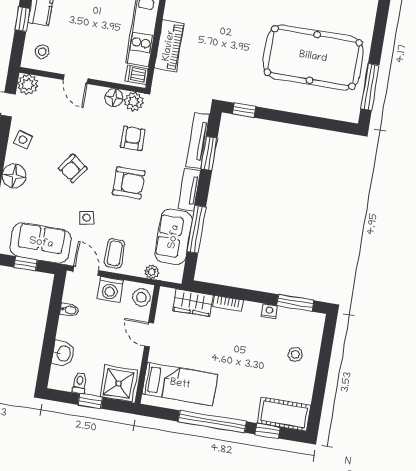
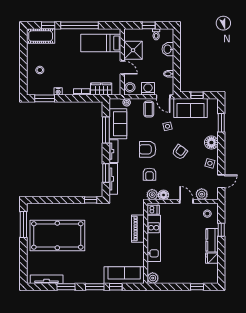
plant: (28, 85) -> (202, 194), moved
shower: (119, 384) -> (133, 50), moved

